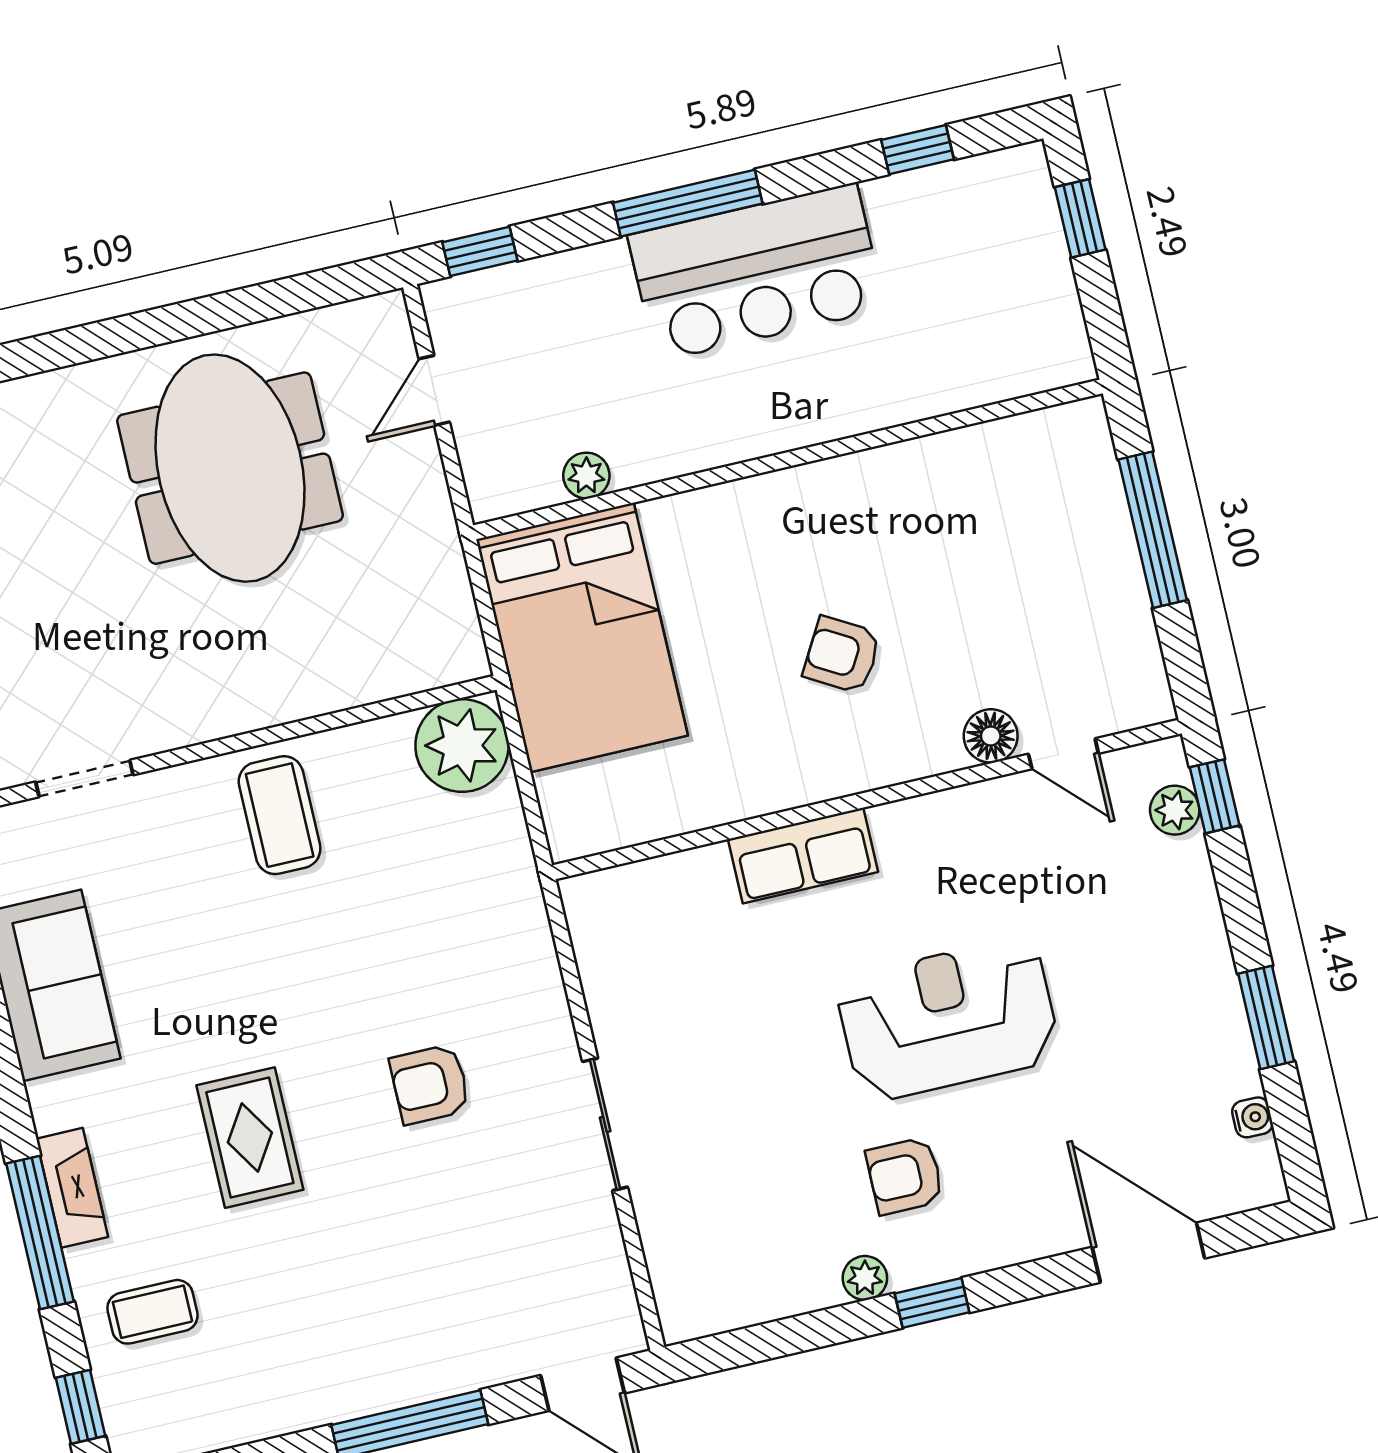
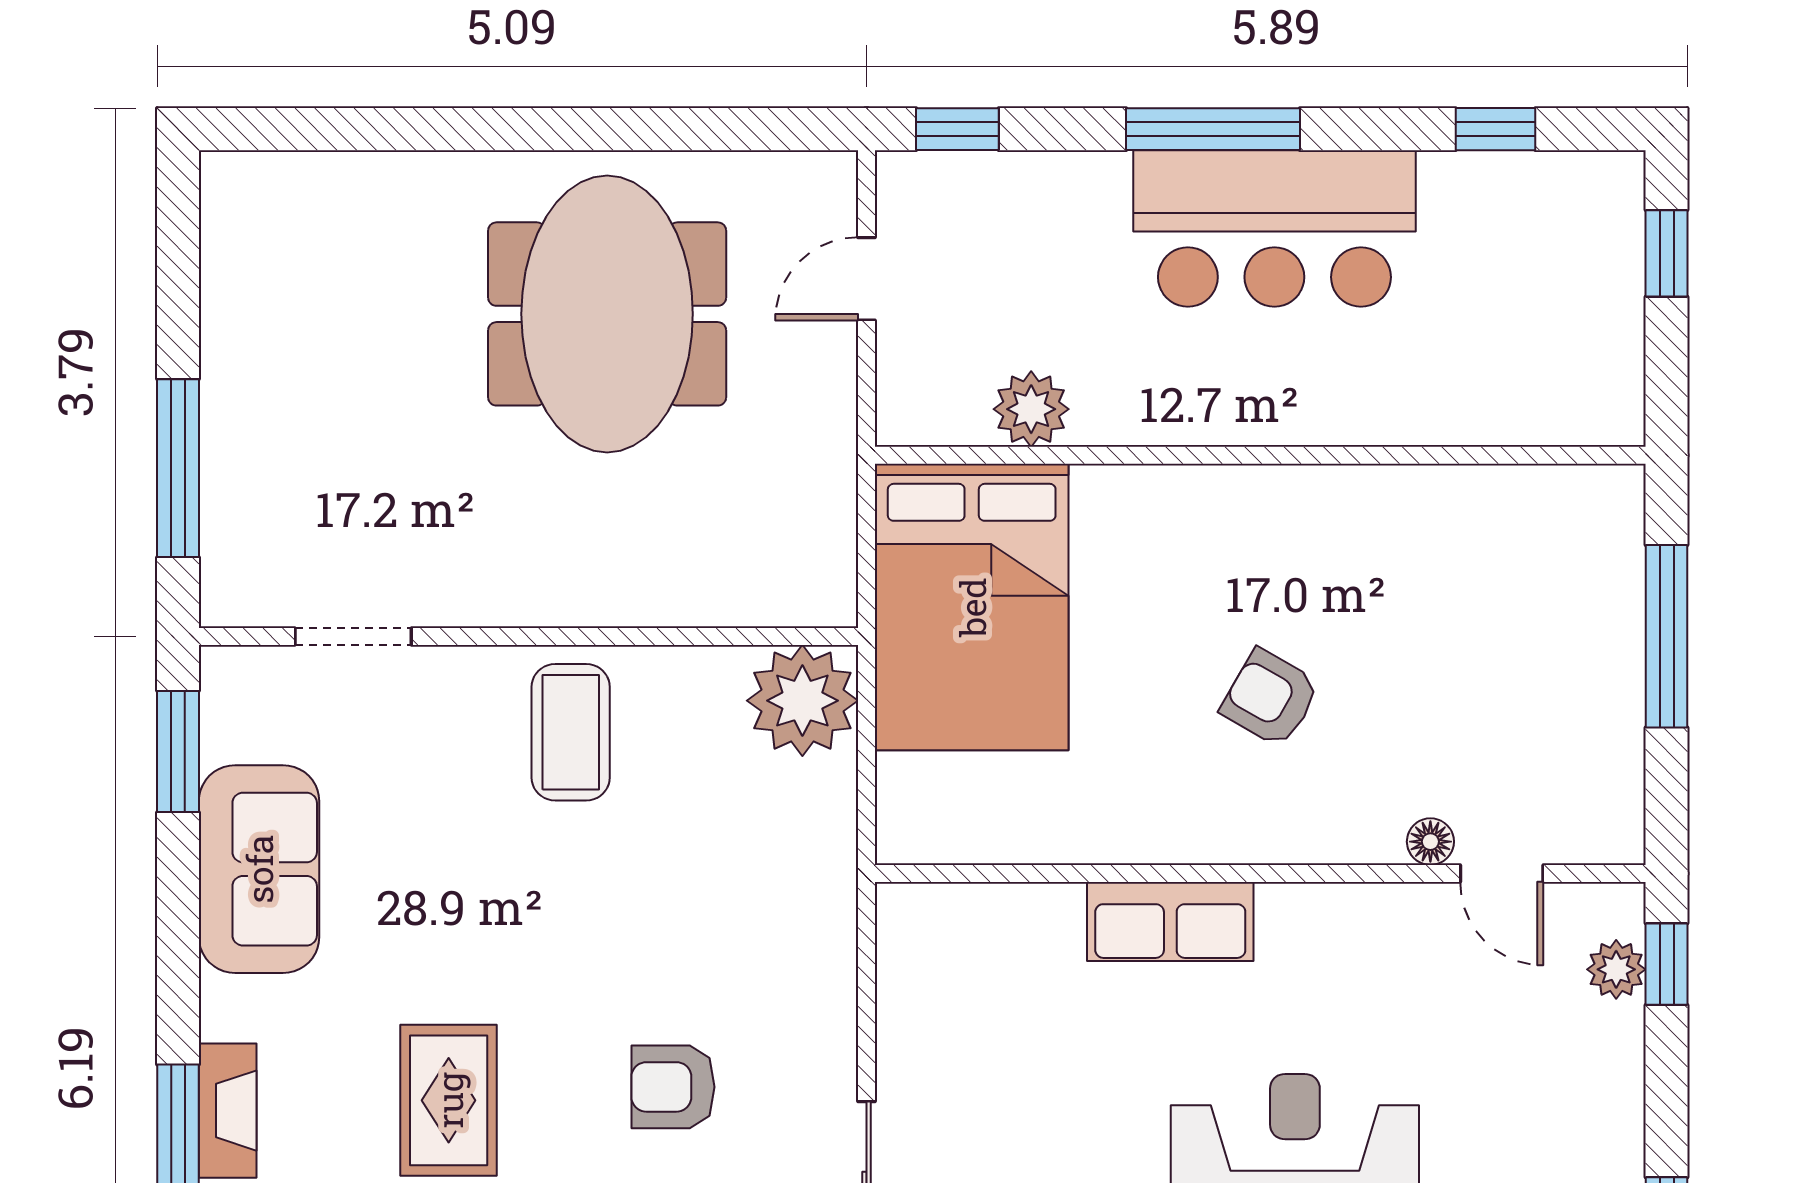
plant: (586, 476) -> (1031, 409), width x1.38, depth x1.38
floor lamp: (991, 736) -> (1430, 842), width x0.73, depth x0.73

